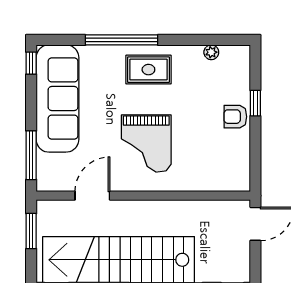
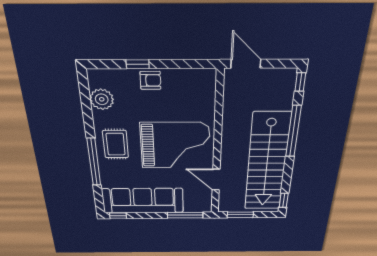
plant: (211, 52) -> (102, 99), width x1.88, depth x1.88
armchair: (235, 117) -> (150, 80), turned -90
grand piano: (146, 143) -> (175, 145), width x1.37, depth x1.48

